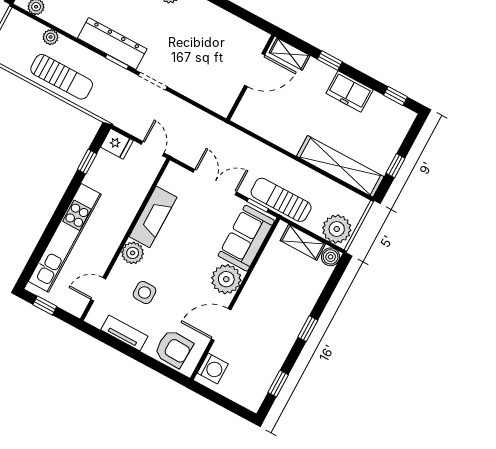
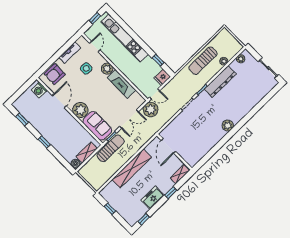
dresser: (112, 44) -> (220, 82), moved
door: (255, 70) -> (168, 146), moved
shelving: (340, 166) -> (132, 168), moved
plant: (337, 229) -> (151, 110), moved

